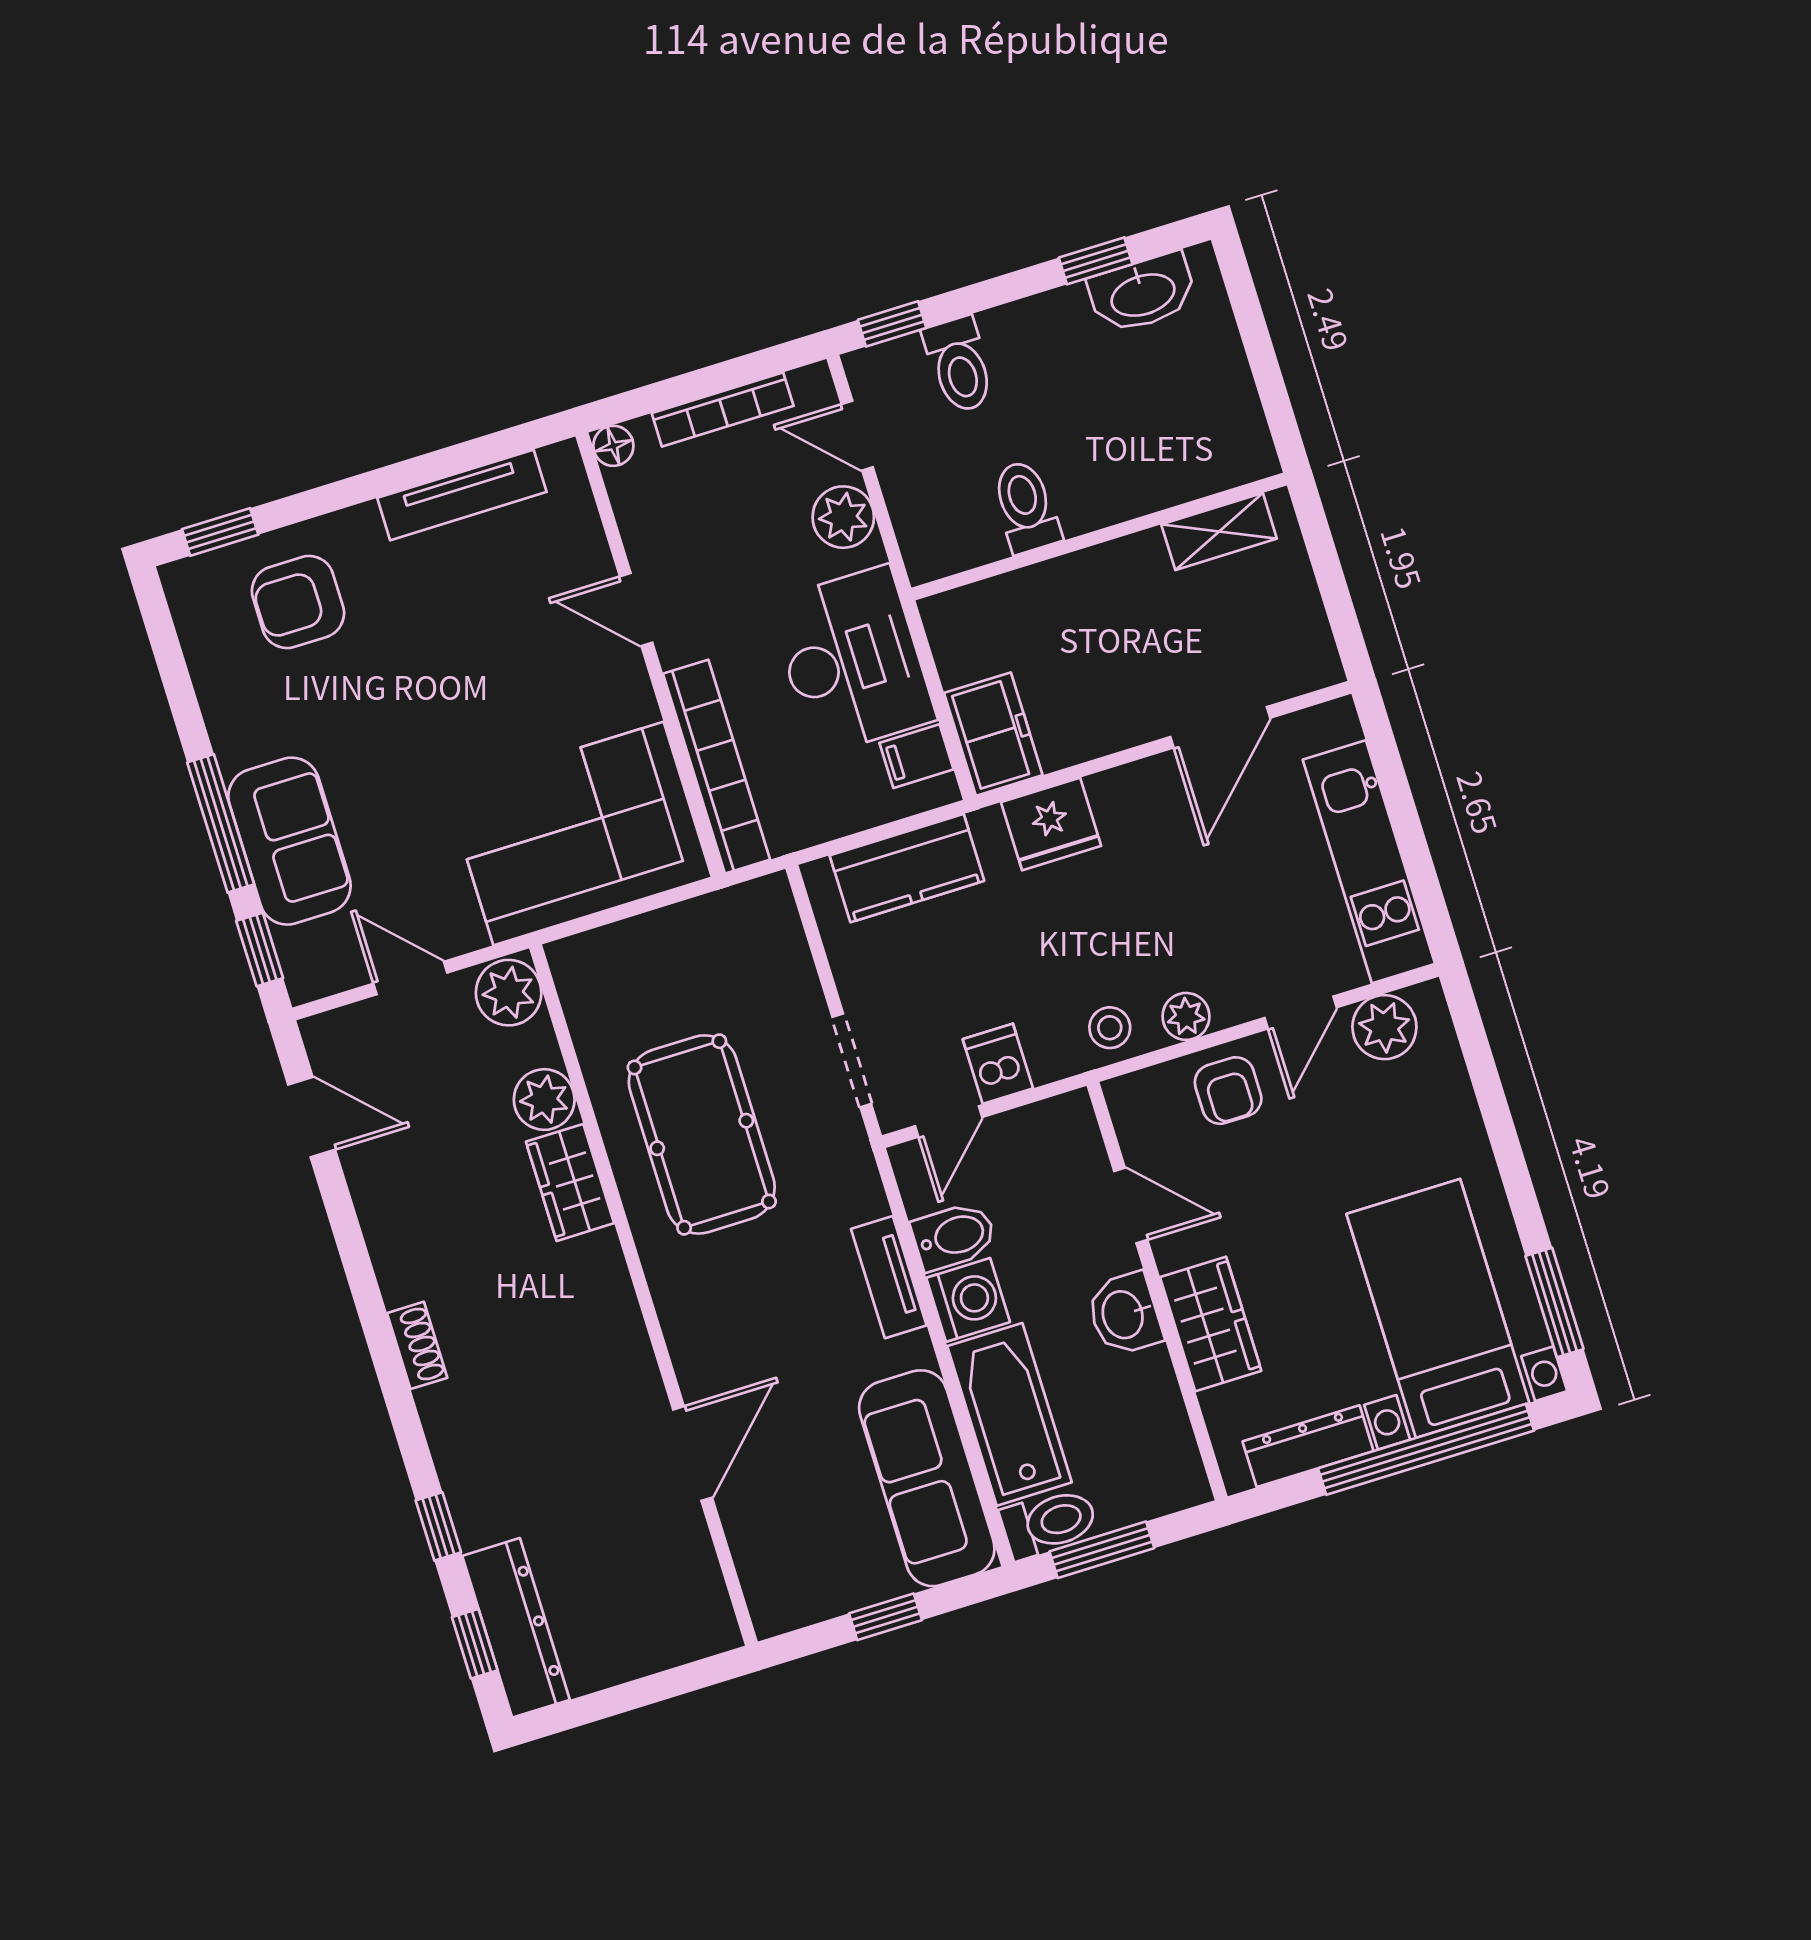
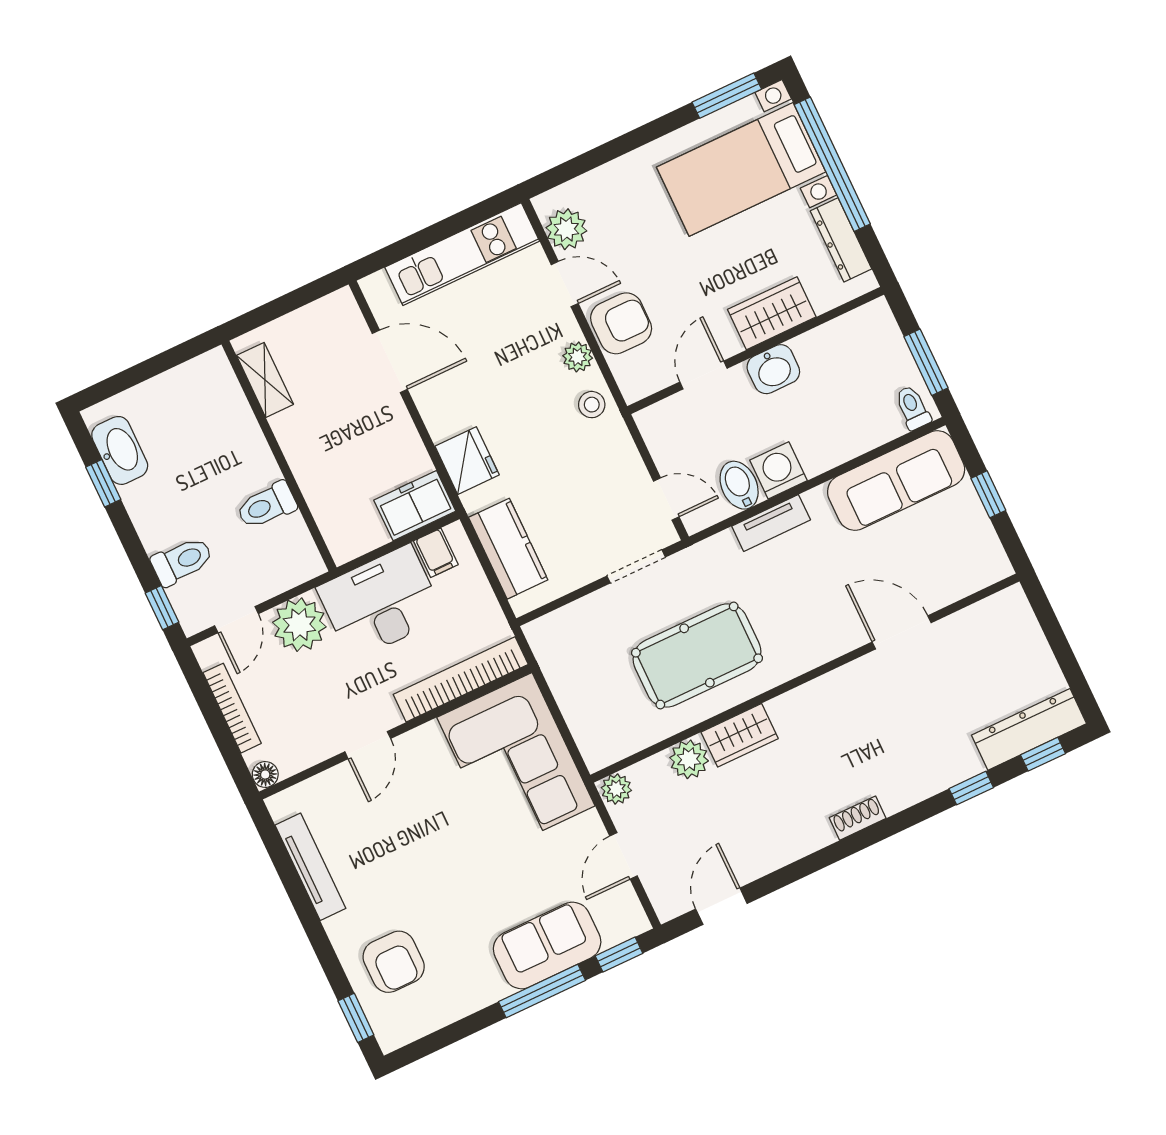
plant: (843, 517) -> (299, 625), width x1.36, depth x1.36
plant: (509, 993) -> (616, 789), width x0.73, depth x0.73
dishwasher: (998, 1064) -> (625, 473), removed
armchair: (1228, 1091) -> (621, 323), width x1.38, depth x1.38
bathtub: (1010, 1414) -> (848, 433), removed
toilet: (1049, 1523) -> (913, 408), width x0.73, depth x0.72

